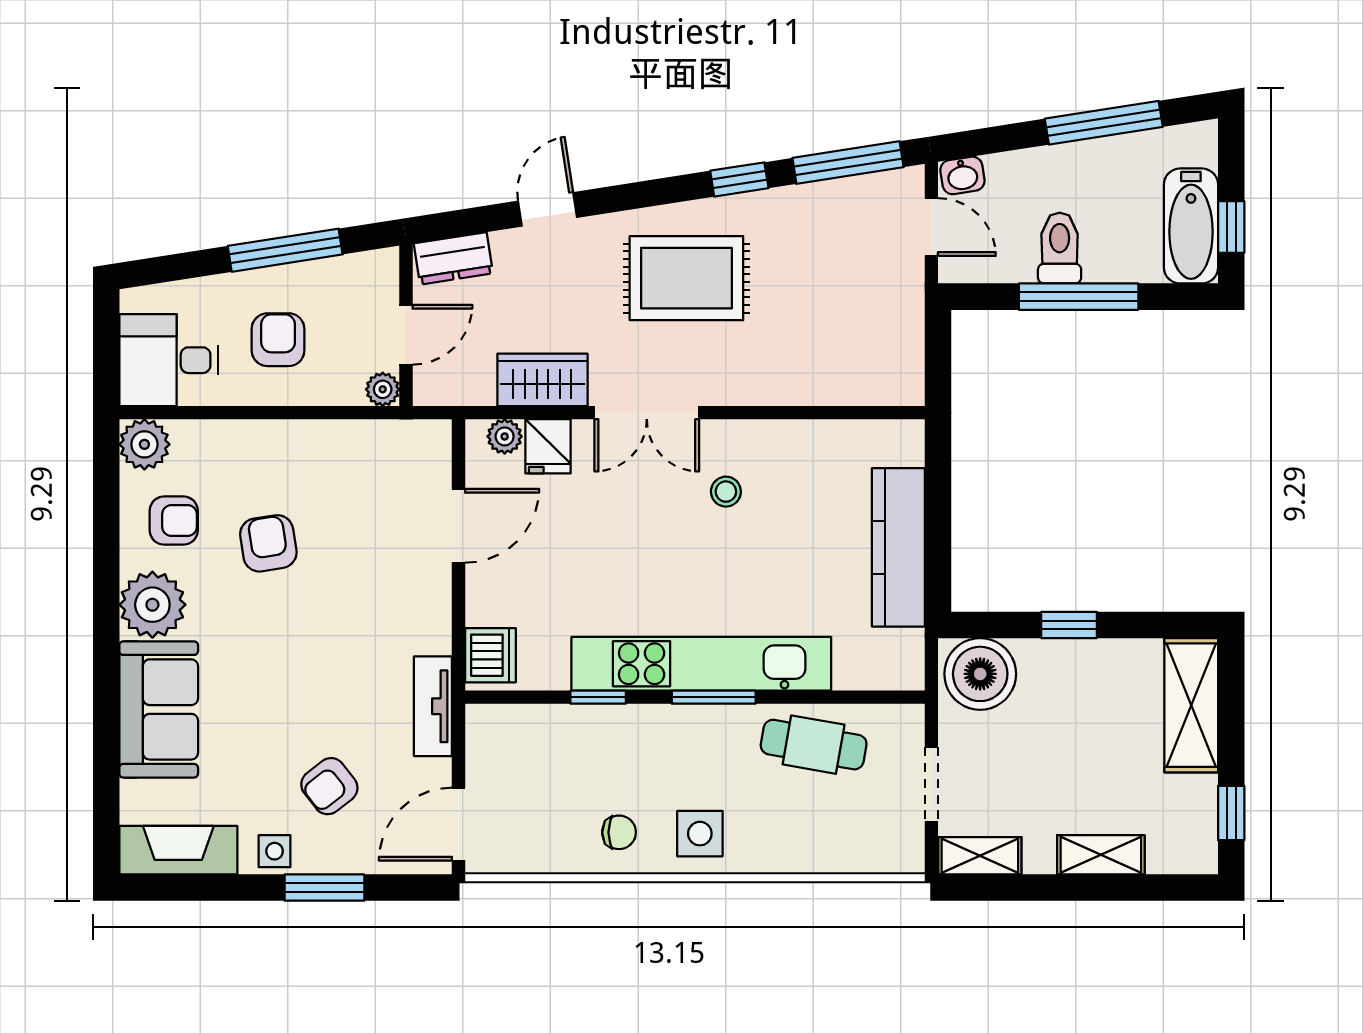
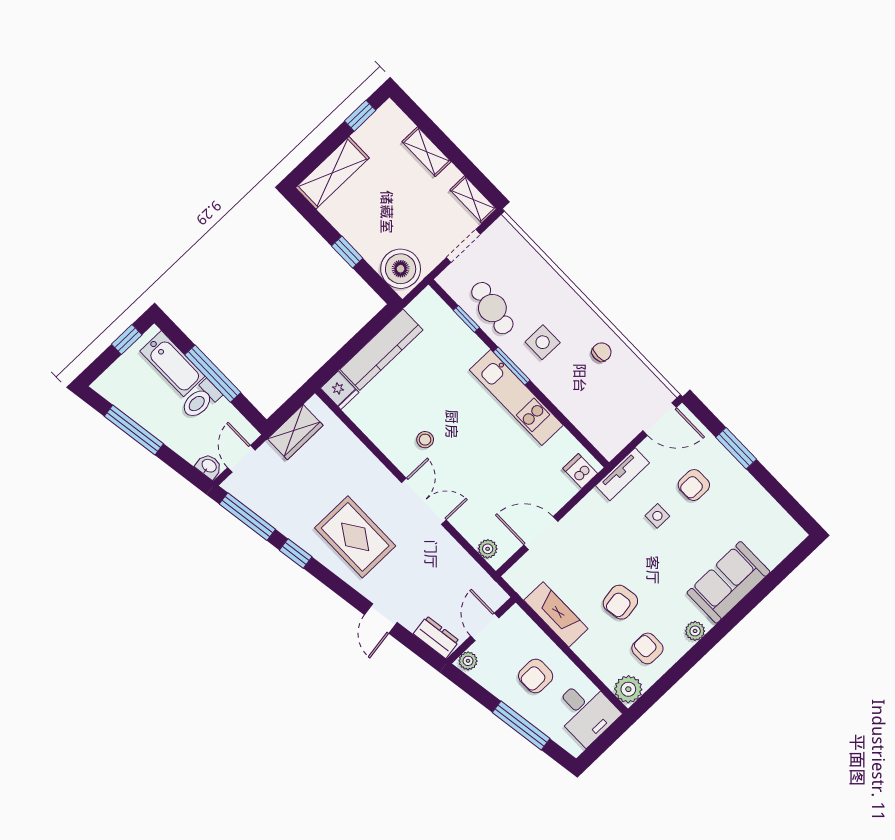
door: (548, 209) -> (381, 618), hinge flipped
bathtub: (1191, 226) -> (172, 364), moved, turned 90
window: (285, 250) -> (521, 726), moved
door: (406, 335) -> (485, 627), hinge flipped
wardrobe: (542, 380) -> (295, 432), moved, turned -90
plant: (383, 389) -> (468, 661), moved
fridge: (548, 446) -> (340, 390), moved, turned 90
plant: (152, 605) -> (695, 631), width x0.53, depth x0.53
dishwasher: (490, 655) -> (580, 471), width x0.73
kitchen unit: (701, 664) -> (516, 397), width x0.73
window: (598, 697) -> (466, 319), moved
armchair: (329, 786) -> (694, 485), turned 128
chair: (619, 832) -> (602, 352), turned 90
side table: (700, 834) -> (543, 342), moved
fireplace: (178, 850) -> (556, 614), moved, turned 180
side table: (275, 851) -> (657, 516), moved

